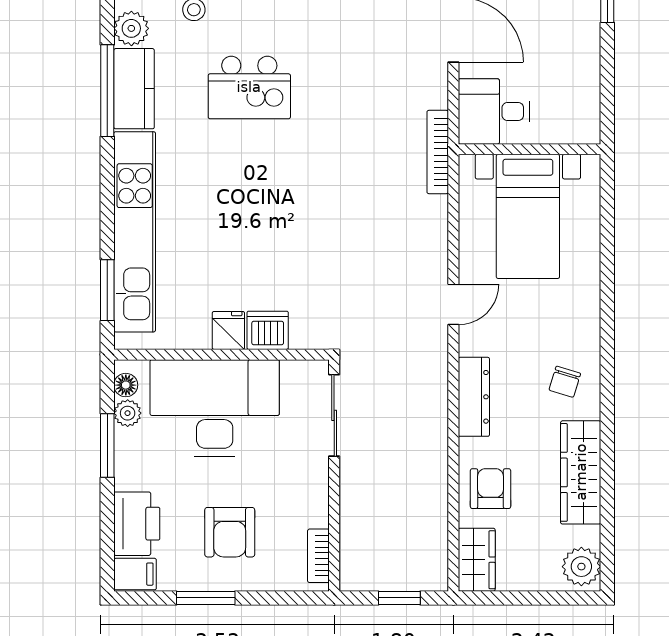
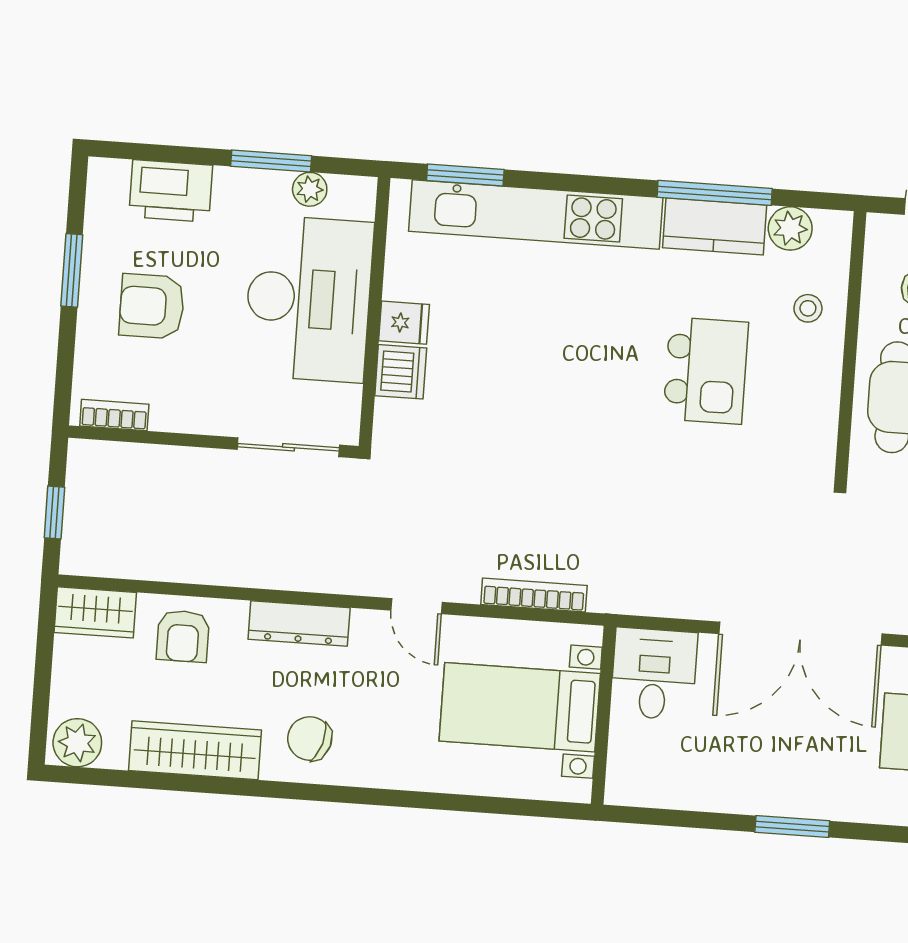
kitchen island: (249, 87) -> (706, 371), turned 180
bookcase: (438, 152) -> (534, 595), moved
chair: (565, 382) -> (310, 739), width x1.37, depth x1.37
floor lamp: (126, 385) -> (345, 190), removed
armchair: (491, 489) -> (183, 636), turned 90
filing cabinet: (135, 574) -> (108, 184), removed

